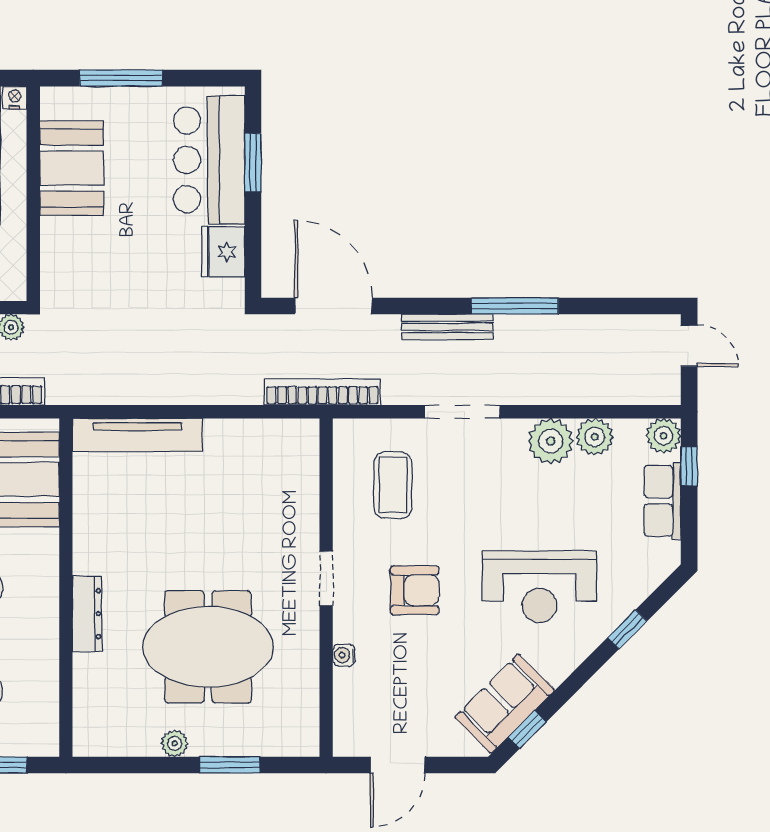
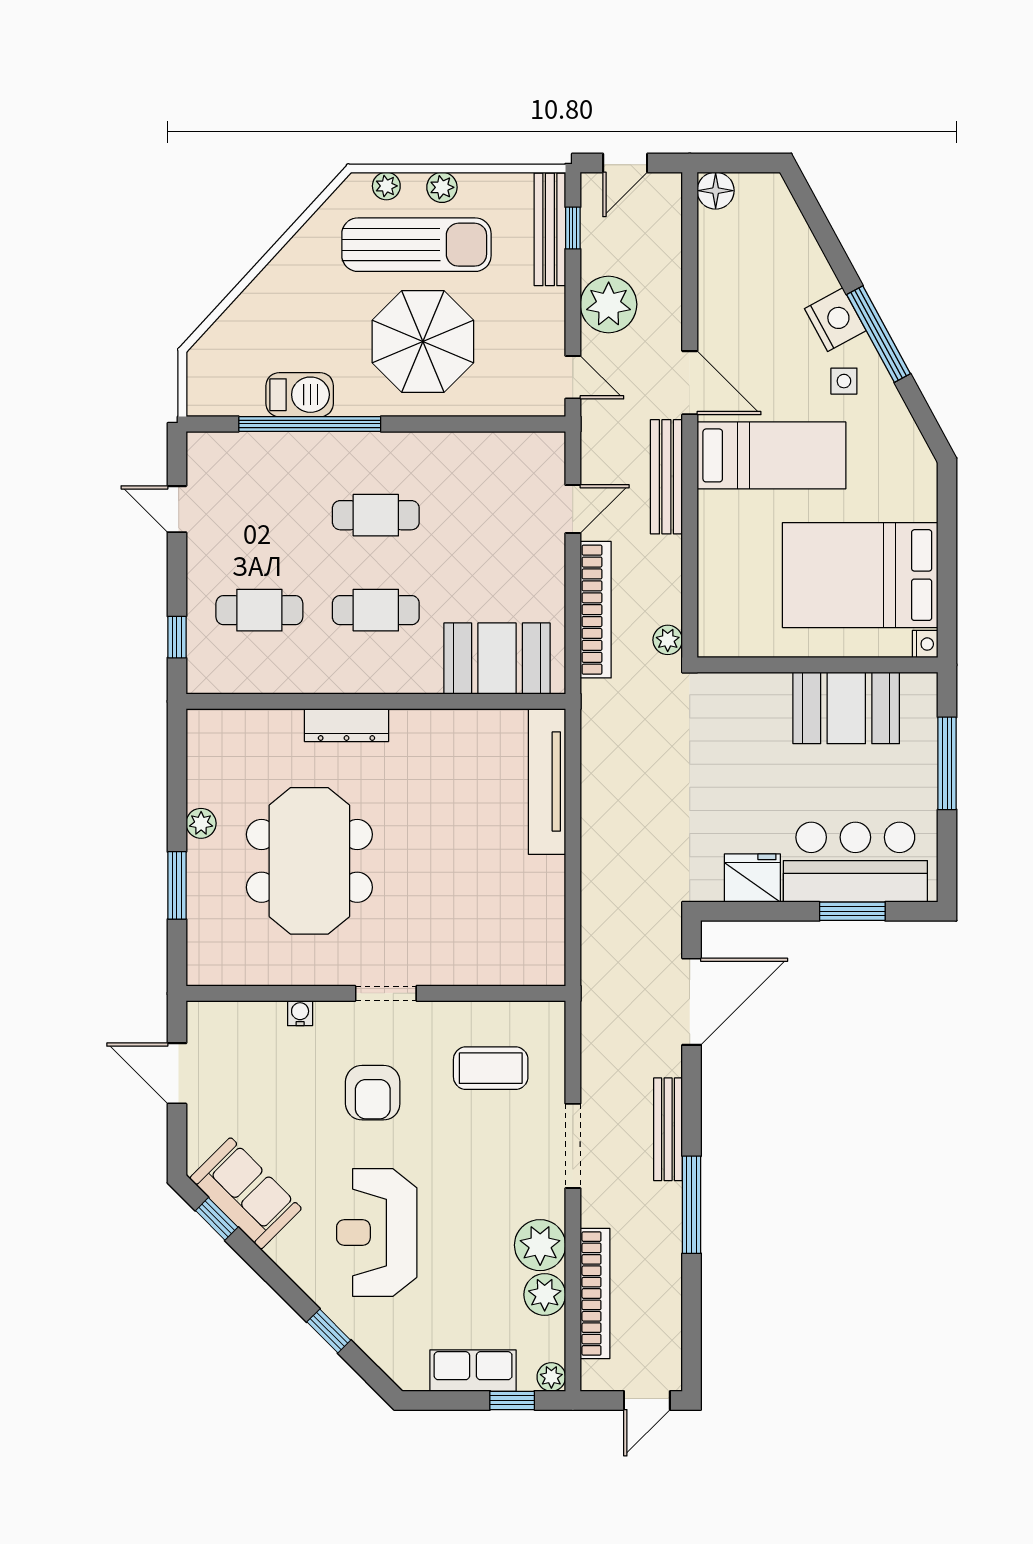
bookcase: (322, 392) -> (595, 1294), moved
plant: (663, 436) -> (551, 1377), width x0.73, depth x0.73

